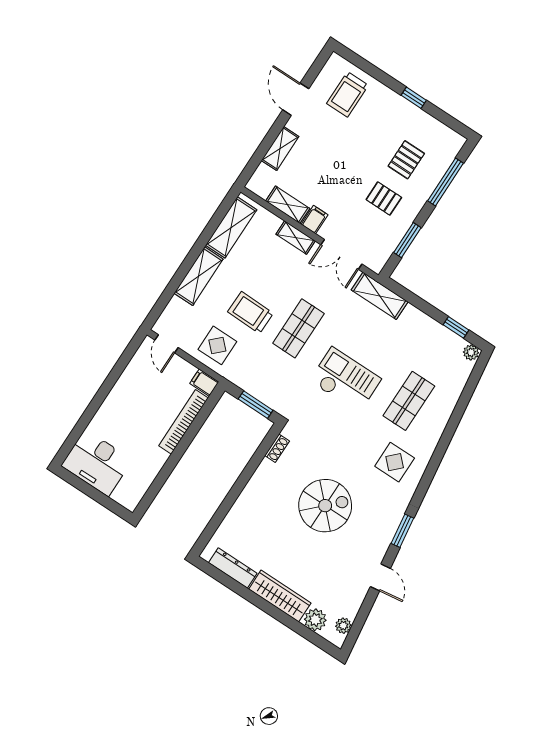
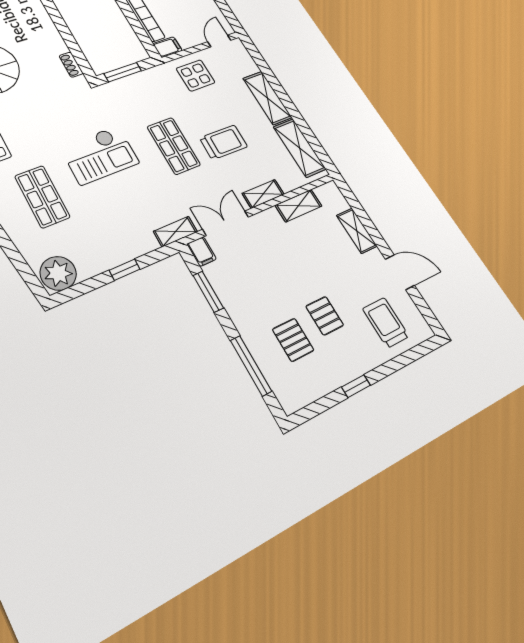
pallet: (384, 198) -> (325, 316), moved, turned 90
filing cabinet: (315, 220) -> (202, 252), moved
shelving: (380, 296) -> (175, 232), width x0.67, depth x0.75
trolley: (250, 313) -> (223, 142), moved
window: (456, 327) -> (125, 270), moved
door: (167, 344) -> (219, 41), hinge flipped
plant: (471, 352) -> (58, 273), width x1.88, depth x1.88

